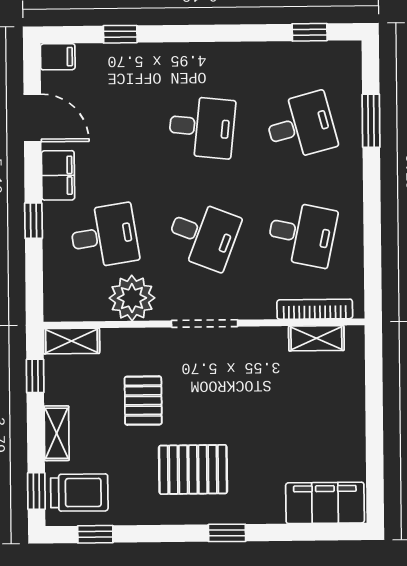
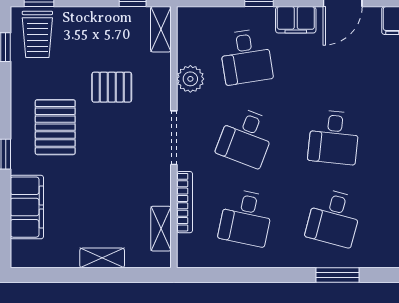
desk: (301, 126) -> (334, 218), turned 30
plant: (132, 298) -> (190, 79), width x0.73, depth x0.73
bookcase: (315, 309) -> (185, 202), moved
shelving: (57, 433) -> (102, 258), moved
filing cabinet: (325, 503) -> (27, 207), moved

